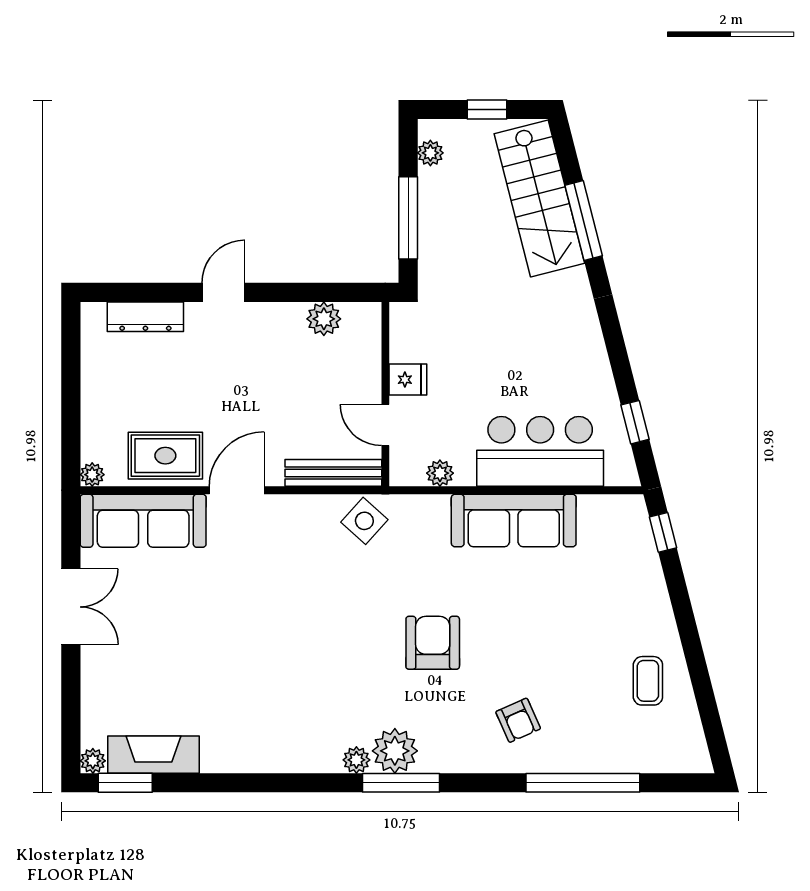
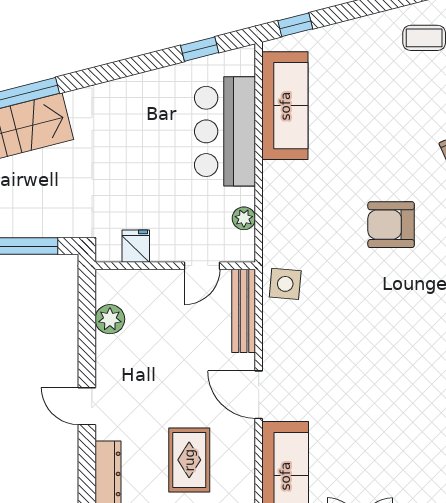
fridge: (408, 380) -> (136, 246), moved
rug: (165, 456) -> (189, 460), moved
side table: (364, 521) -> (285, 284), turned -37
sofa: (514, 521) -> (285, 106), moved

